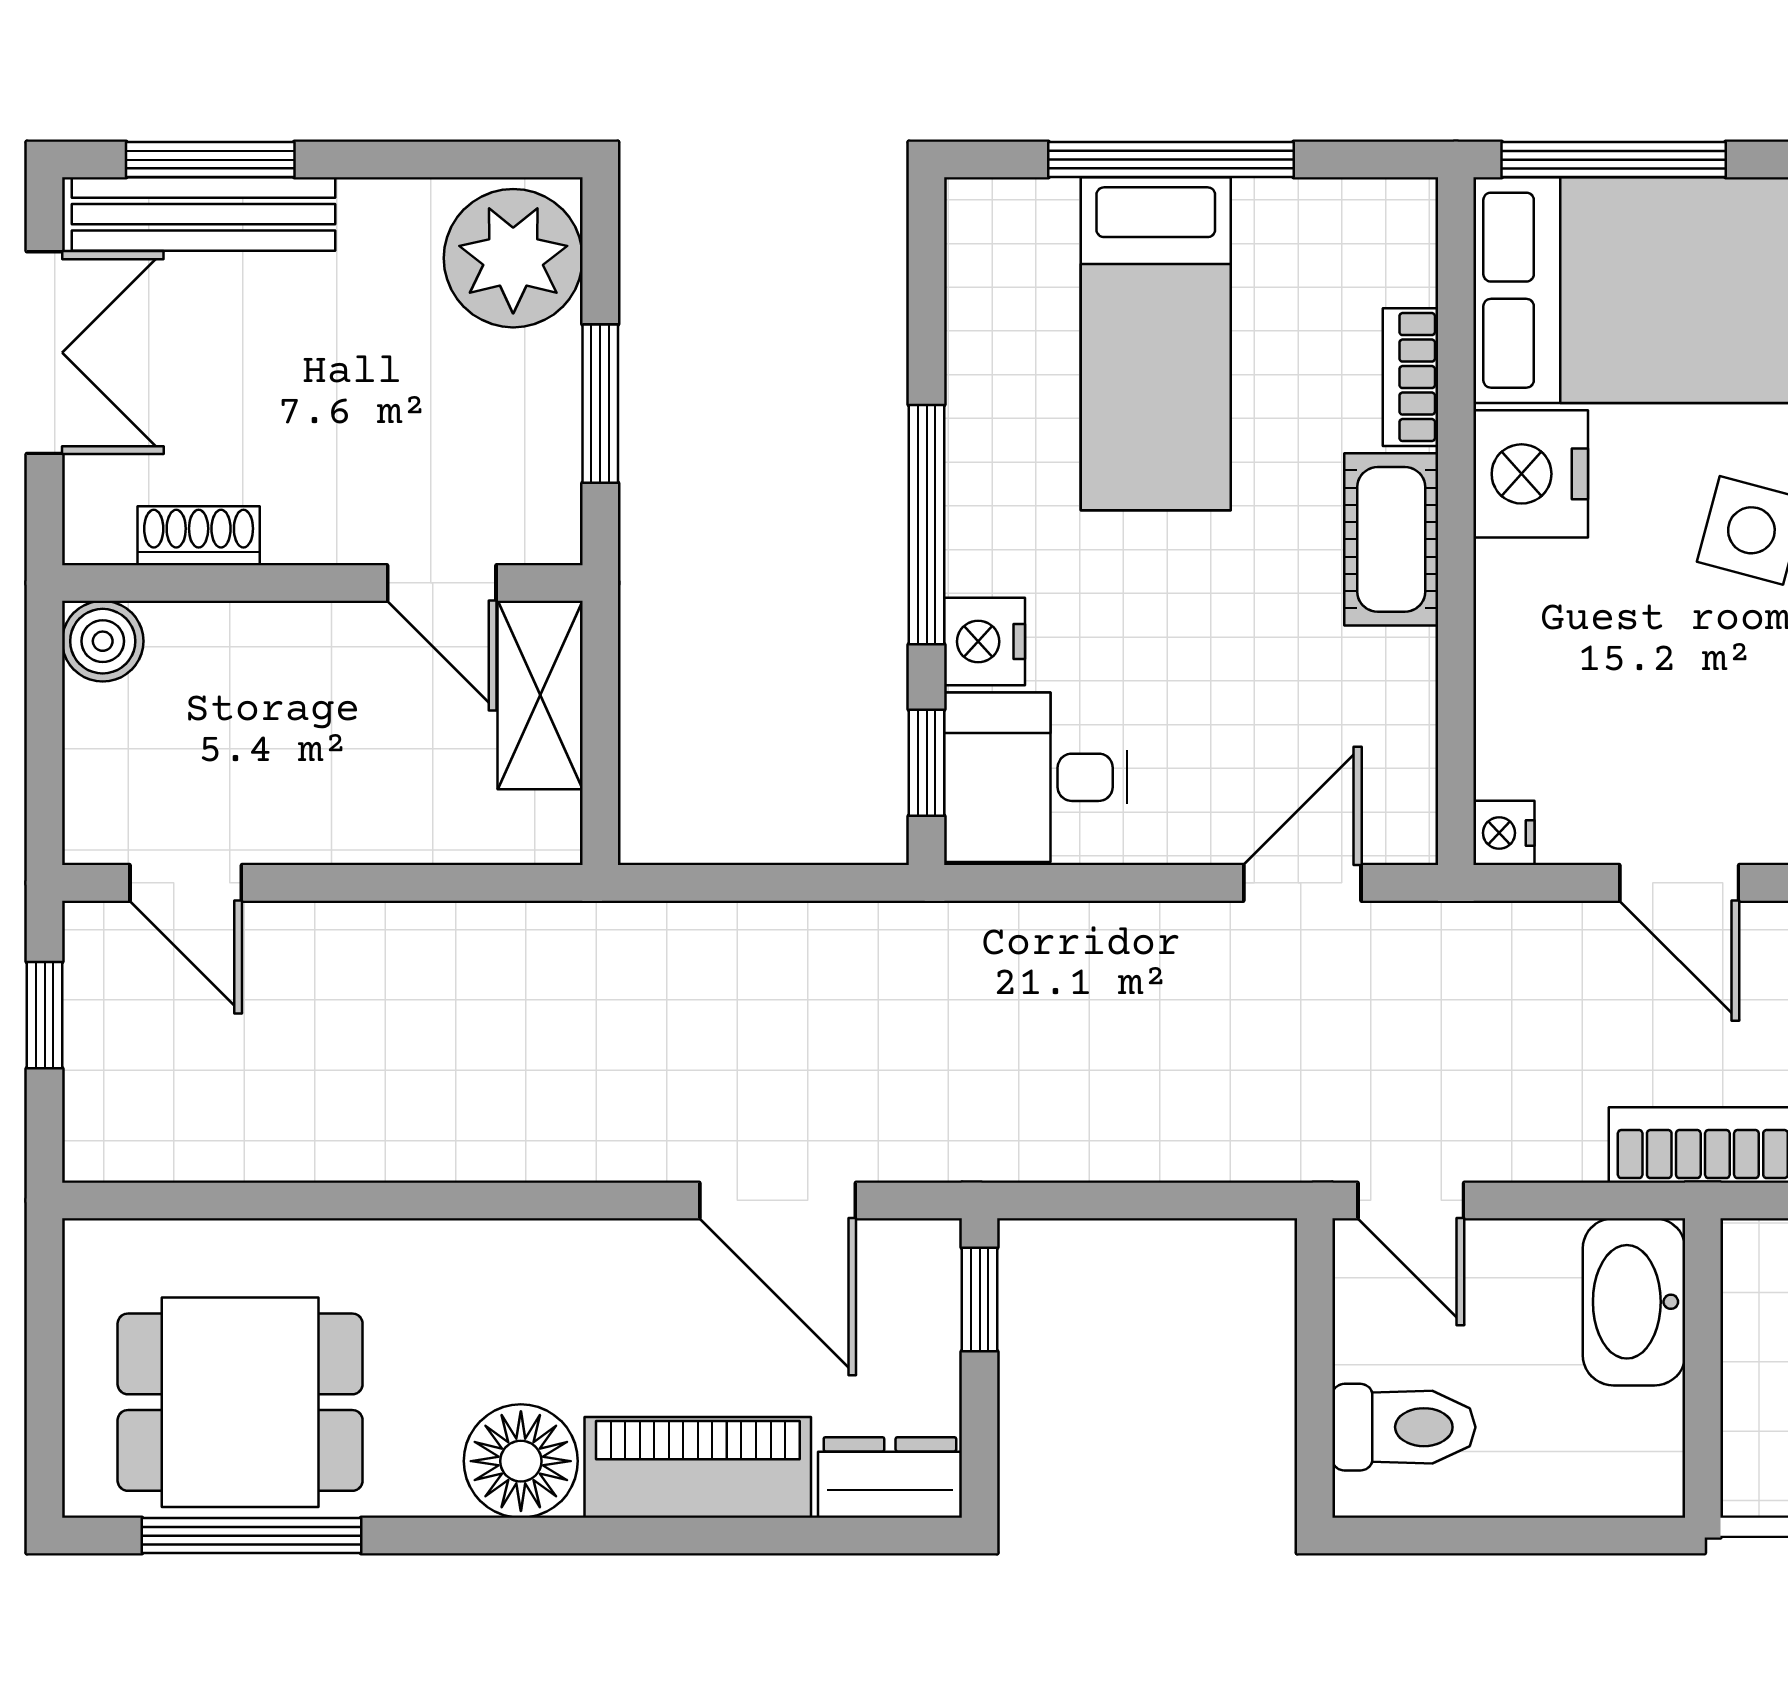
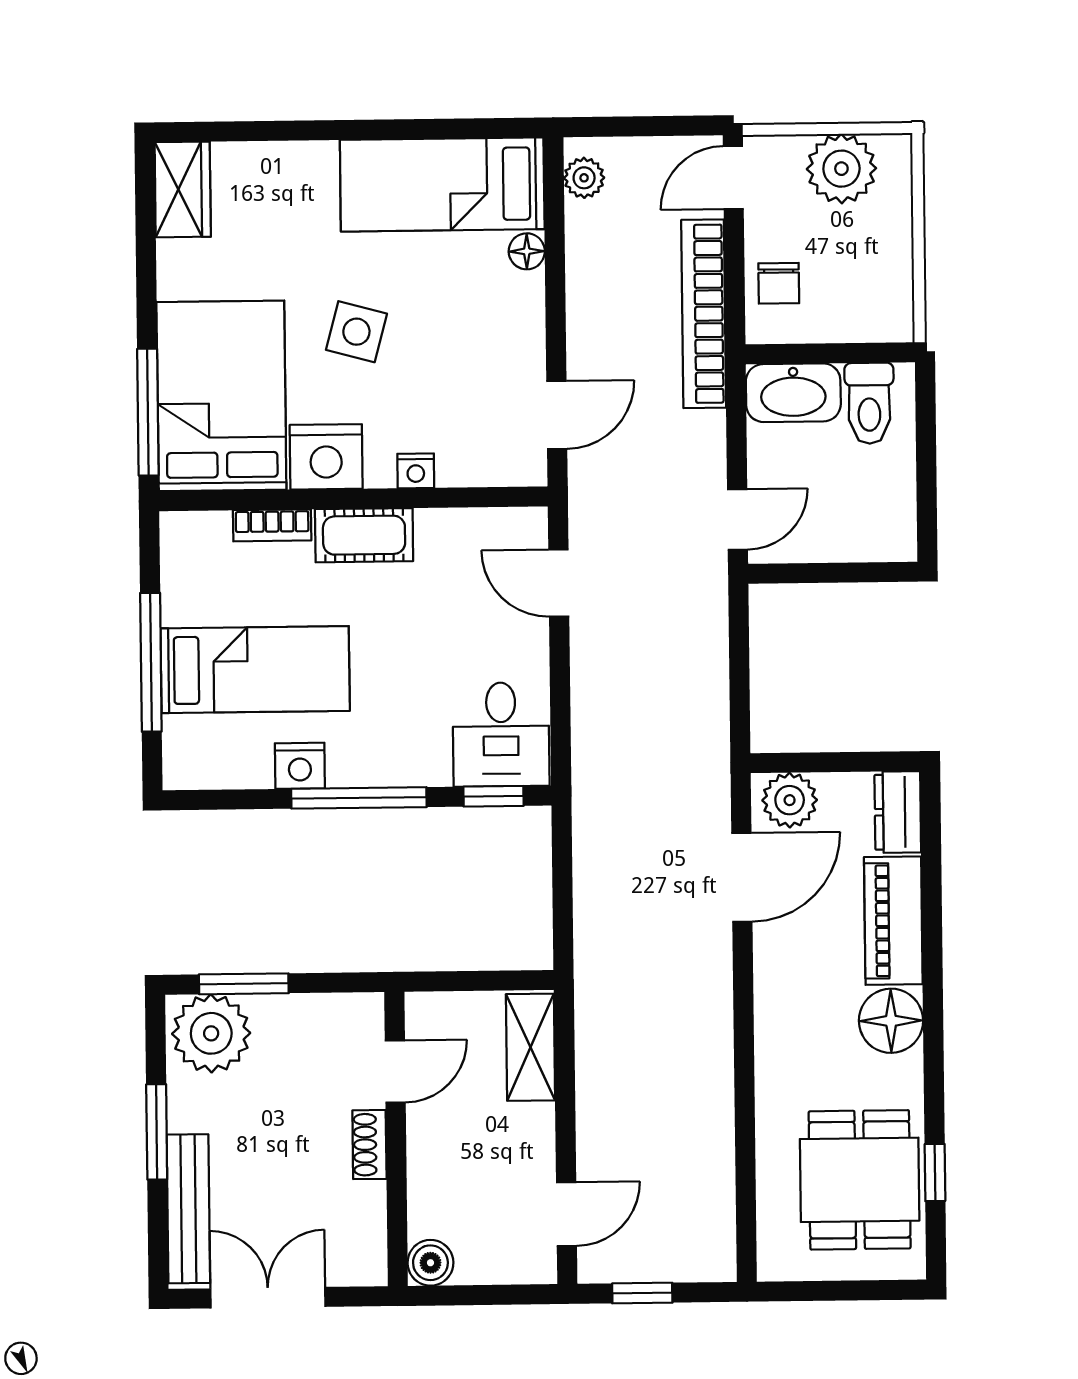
window: (210, 160) -> (157, 1132), moved
window: (600, 404) -> (244, 984), moved
shoe rack: (199, 536) -> (369, 1145), moved
nightstand: (985, 642) -> (300, 766), moved
shelving: (540, 695) -> (530, 1047), moved, turned 90
nightstand: (1504, 833) -> (416, 471), moved
door: (1679, 883) -> (557, 415), moved
plant: (913, 1286) -> (790, 800), added
window: (980, 1300) -> (797, 763), removed
toilet: (1404, 1427) -> (869, 403), moved, turned 180
window: (251, 1536) -> (935, 1173), width x0.46

